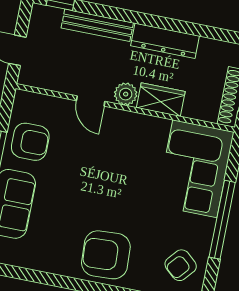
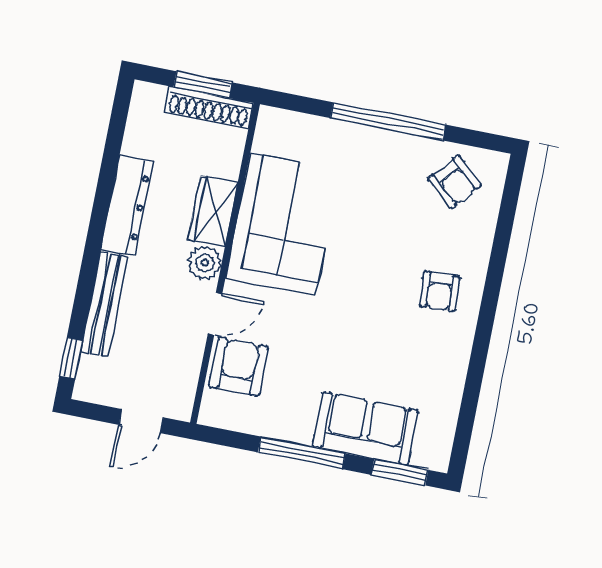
armchair: (30, 142) -> (239, 366), moved
corner sofa: (195, 169) -> (283, 224), moved, turned -90
armchair: (106, 255) -> (440, 291), width x0.53, depth x0.53

